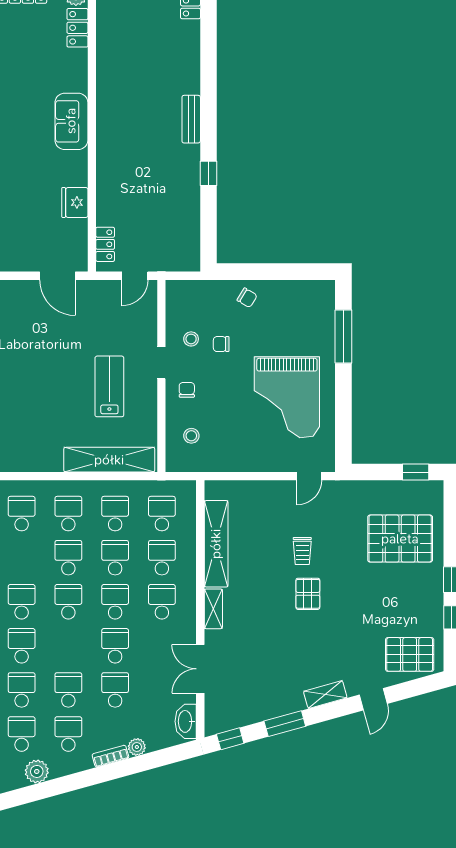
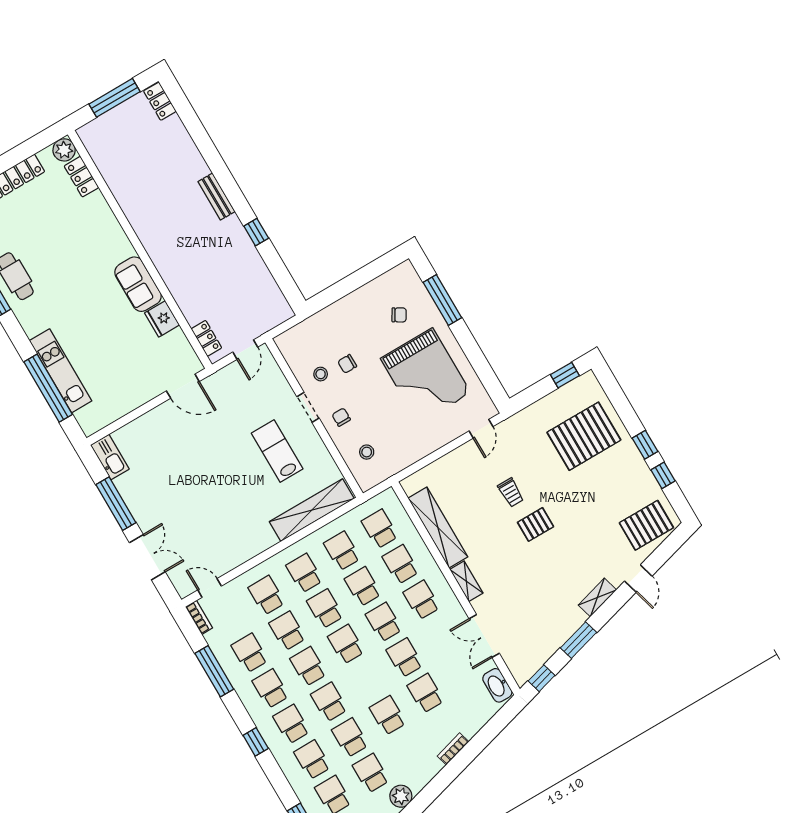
sofa: (71, 121) -> (138, 284), moved
chair: (247, 298) -> (399, 315), moved
pallet: (308, 594) -> (536, 524), turned 90
school desk: (68, 734) -> (287, 631), moved
plant: (137, 747) -> (470, 729), removed

